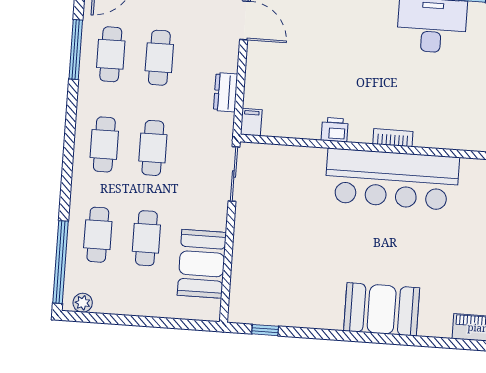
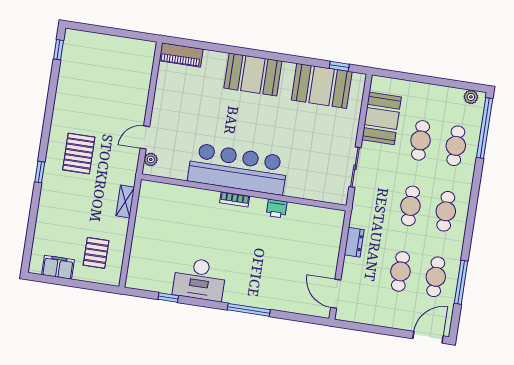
filing cabinet: (251, 122) -> (337, 219), removed
sliding door: (234, 174) -> (355, 167), moved
booth: (287, 301) -> (322, 86), added

